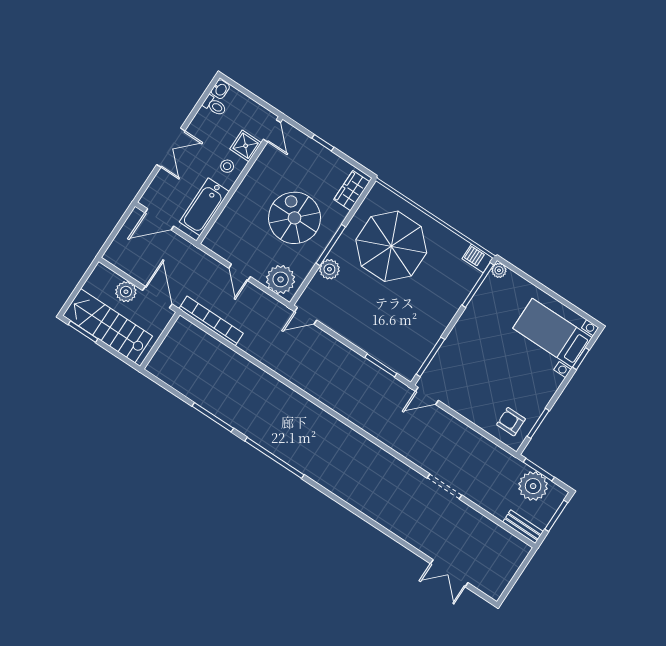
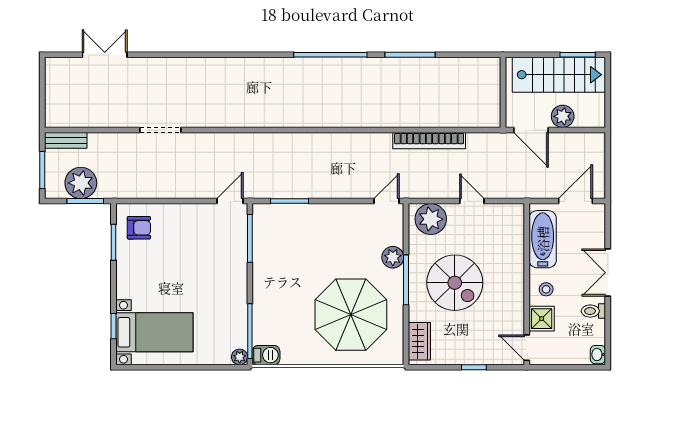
toilet: (215, 106) -> (593, 311), moved
bookcase: (211, 321) -> (429, 141), moved

